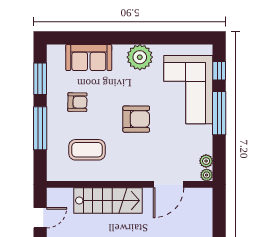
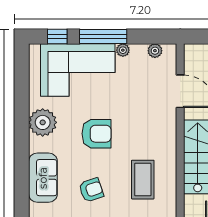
armchair: (77, 102) -> (91, 190), turned 70
armchair: (136, 119) -> (97, 134), moved, turned 90
plant: (207, 175) -> (123, 50), moved

